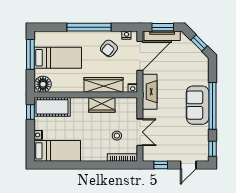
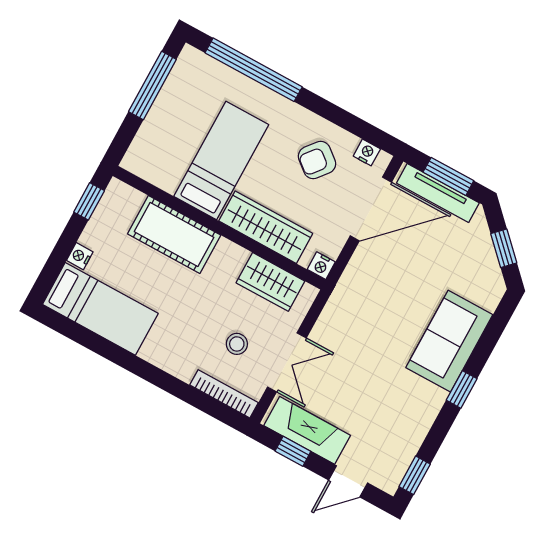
window: (89, 27) -> (254, 70), moved
bed: (58, 58) -> (221, 160), moved, turned -90
floor lamp: (43, 84) -> (145, 159), removed
fireplace: (150, 92) -> (307, 430), moved, turned -90
wardrobe: (102, 105) -> (270, 282), moved
sofa: (198, 105) -> (449, 341), moved
window: (212, 106) -> (462, 389), width x0.32
cot: (52, 107) -> (174, 234), moved

